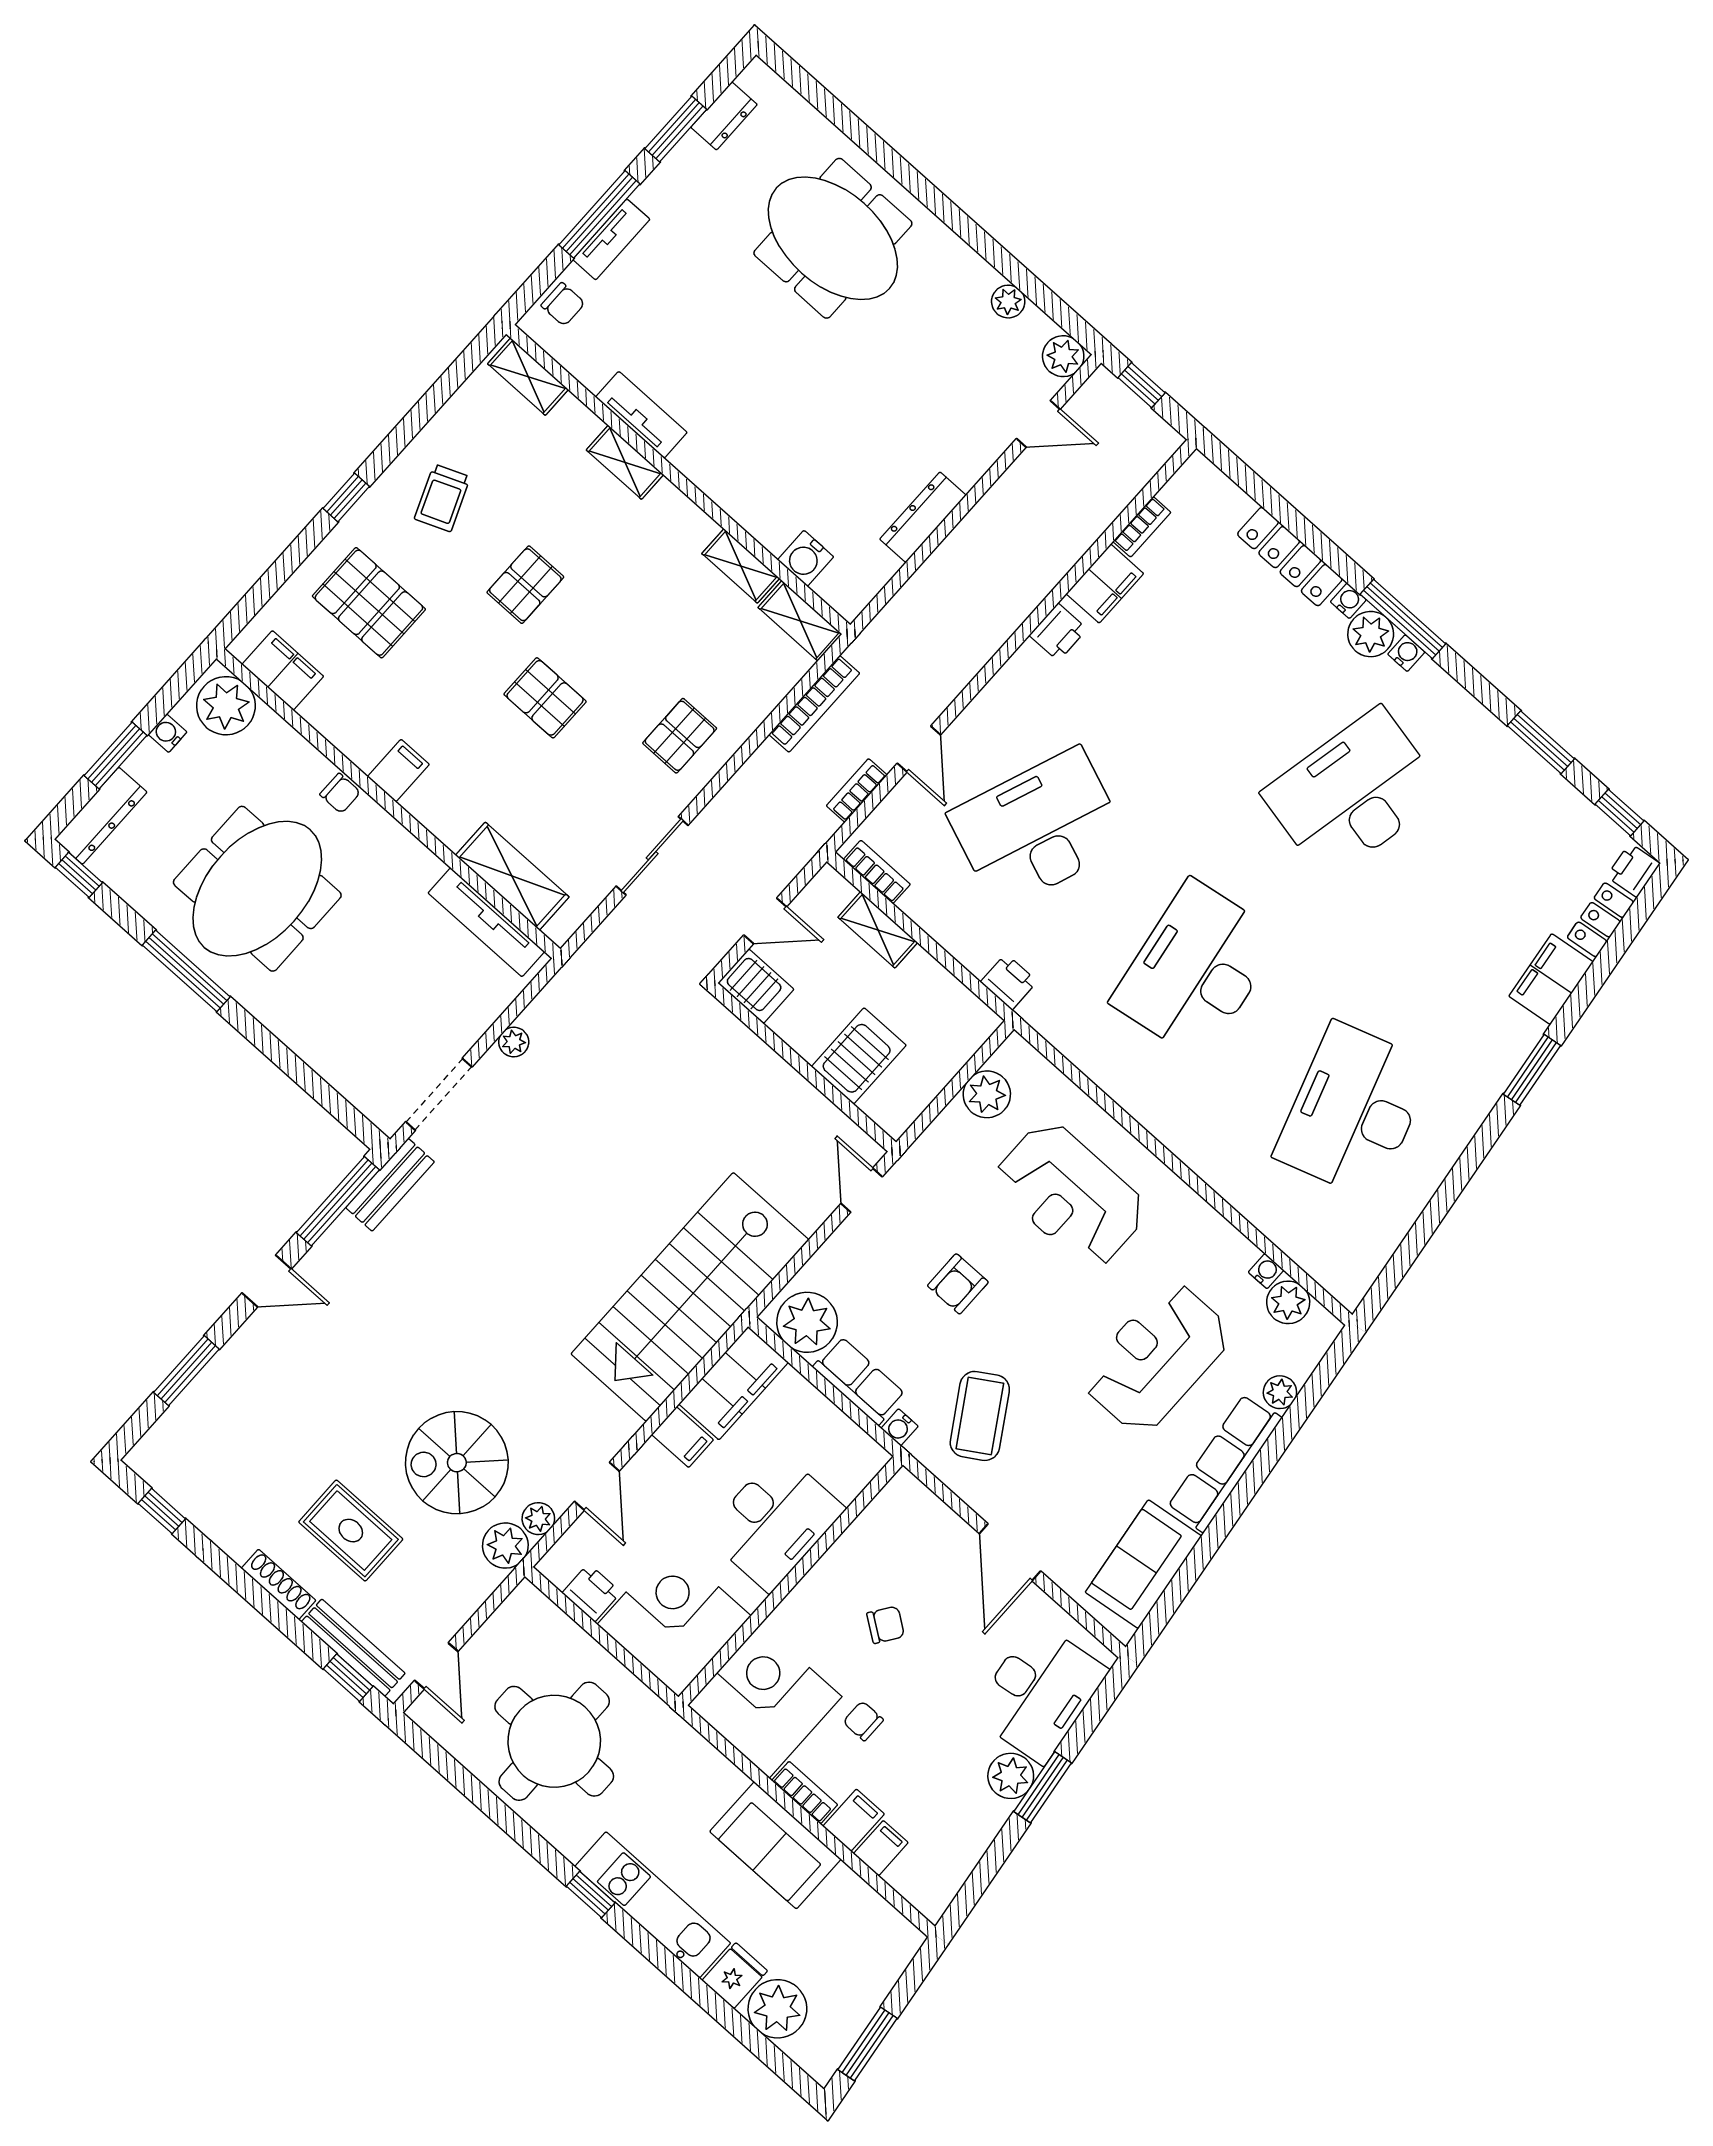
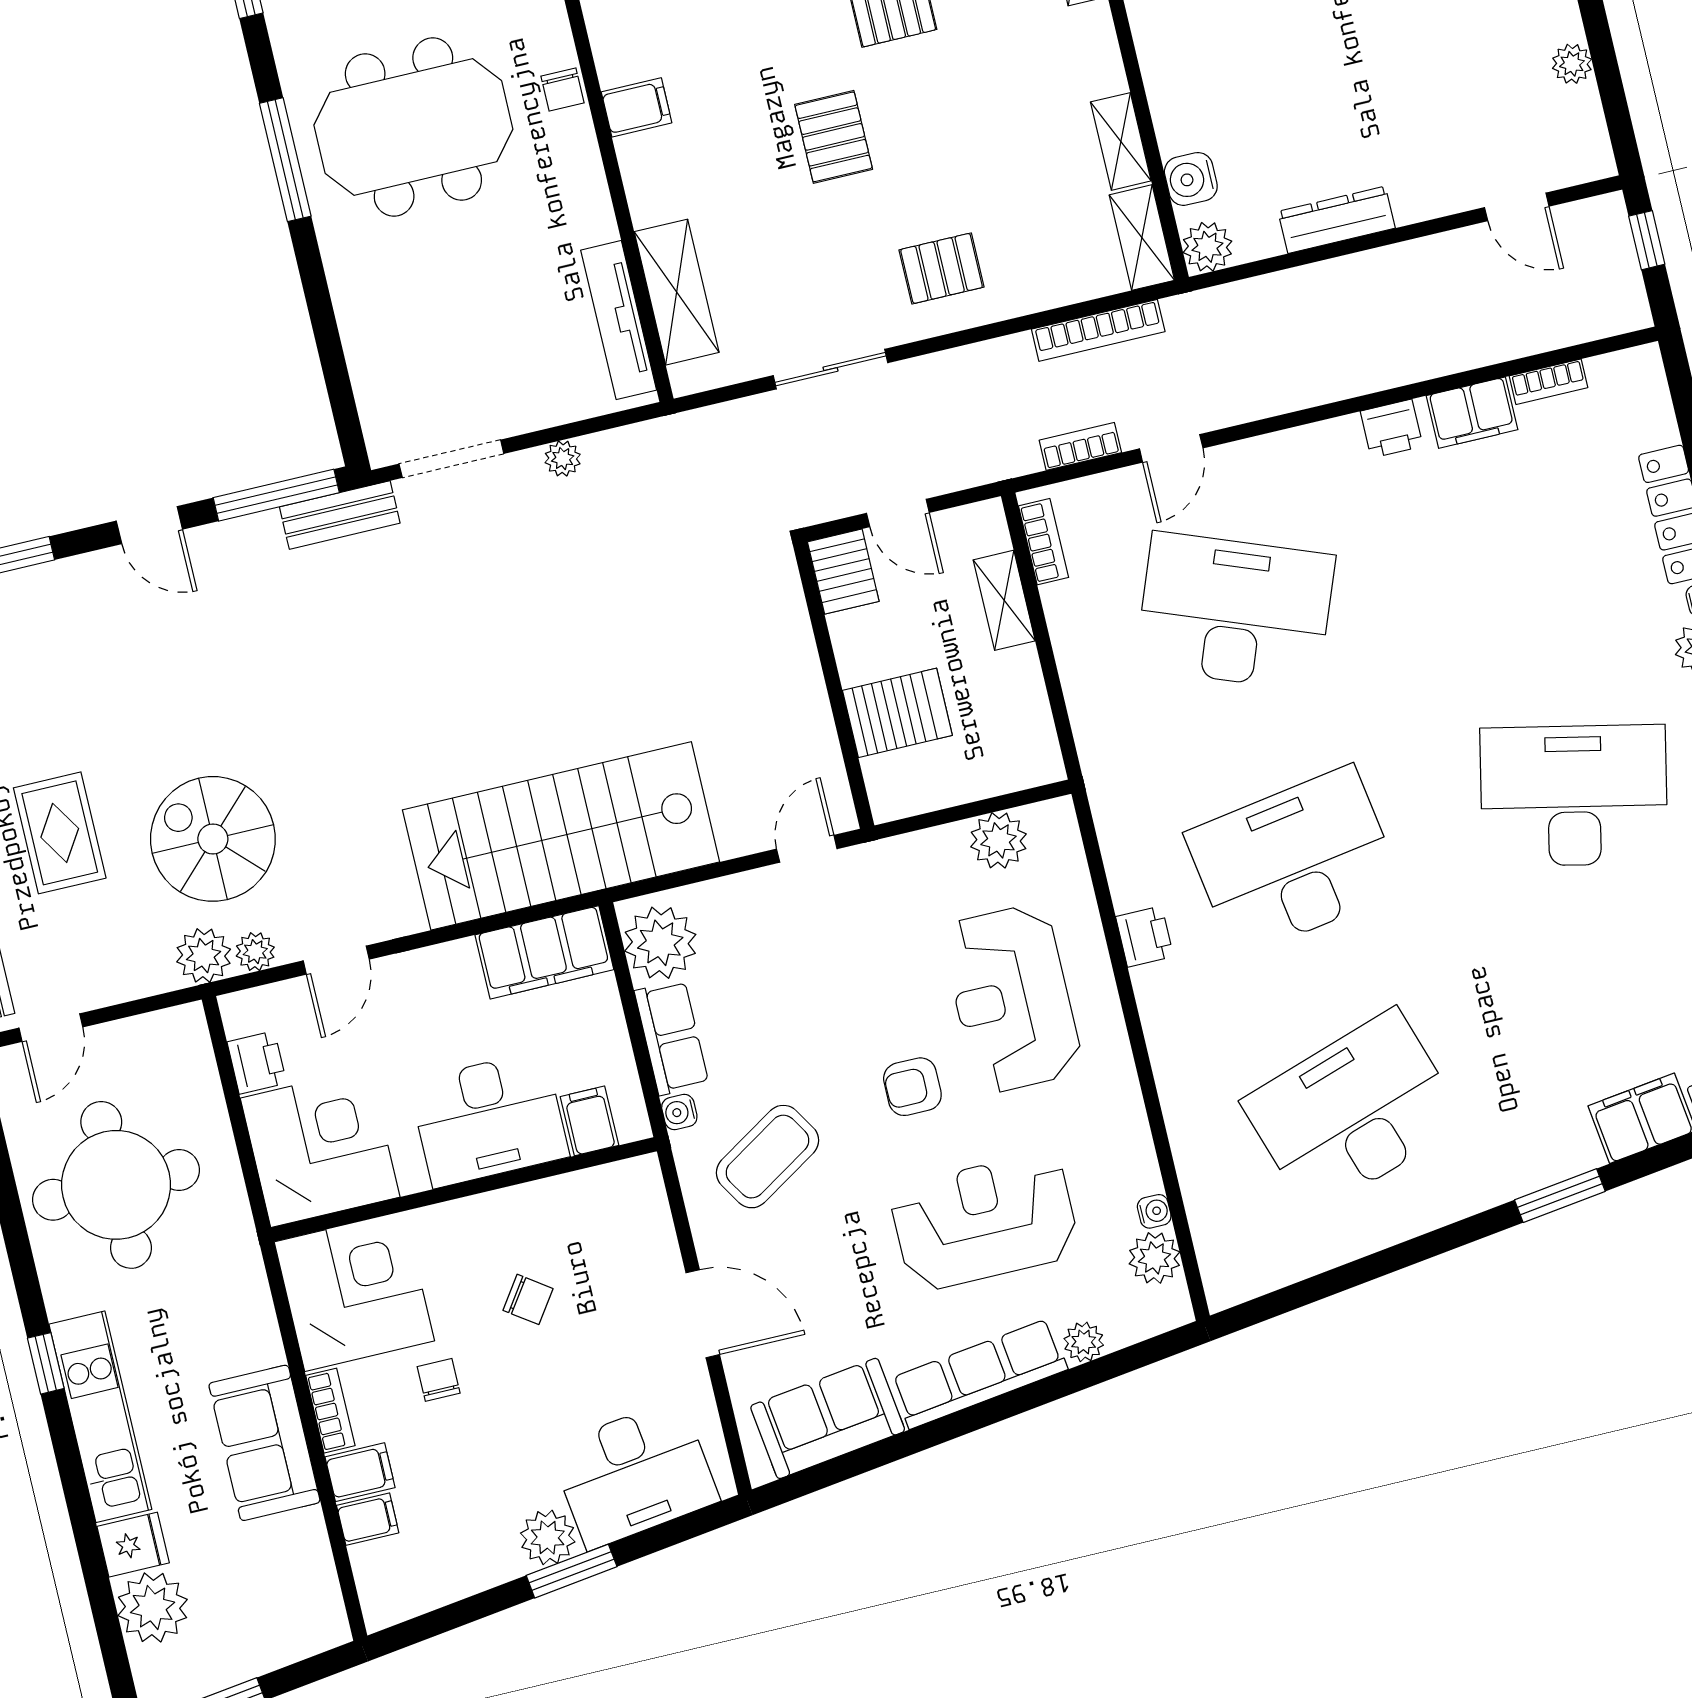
plant: (1063, 356) -> (1207, 247), moved
printer: (1009, 982) -> (1145, 937), moved
armchair: (958, 1284) -> (912, 1087), moved
filing cabinet: (682, 1437) -> (590, 1121), moved, turned 180
door: (1010, 1552) -> (703, 1314), swing flipped

